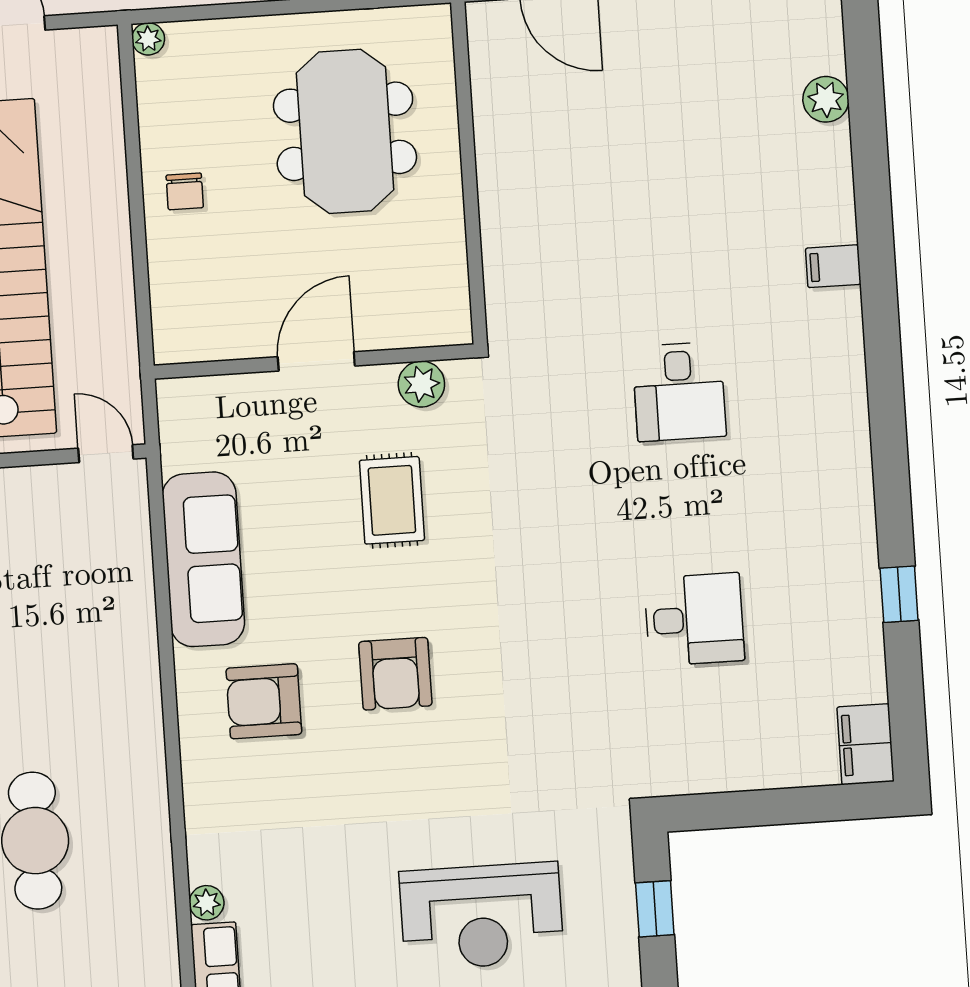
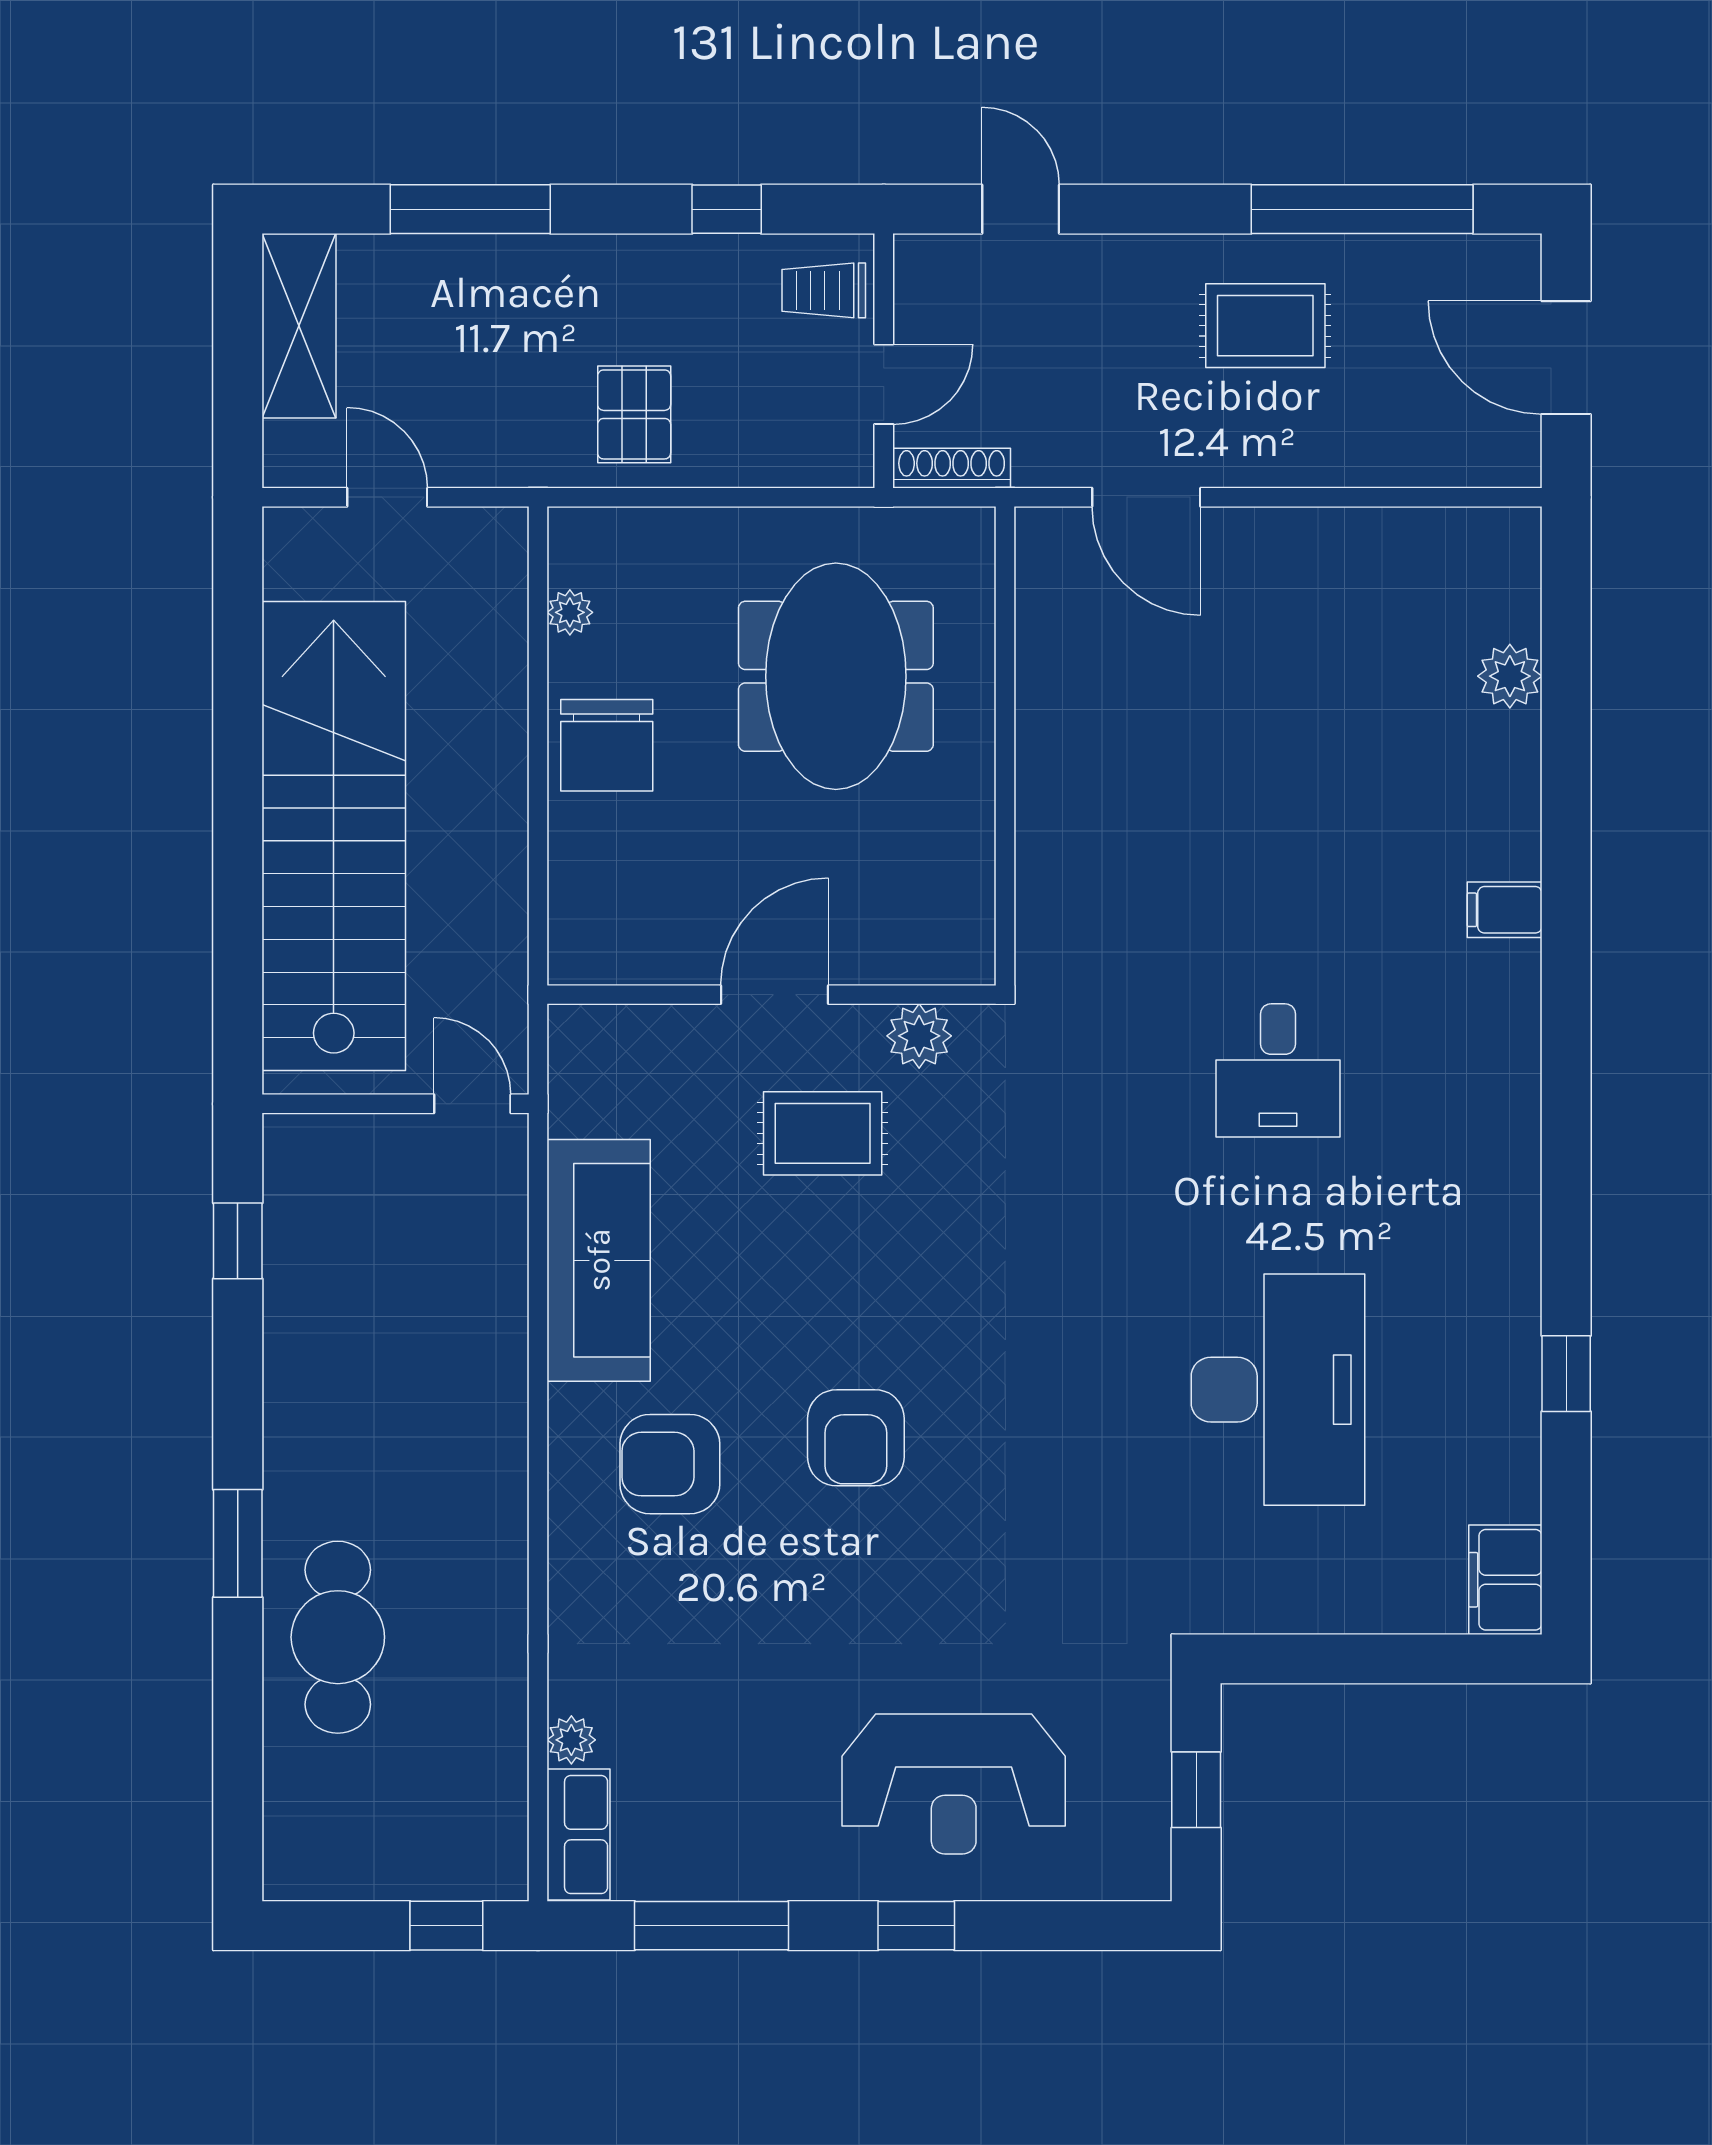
plant: (148, 39) -> (570, 612), moved
chair: (185, 191) -> (607, 745), width x1.87, depth x1.87
rug: (392, 500) -> (823, 1133), moved, turned 90
desk: (694, 619) -> (1278, 1390), width x1.87, depth x1.30

